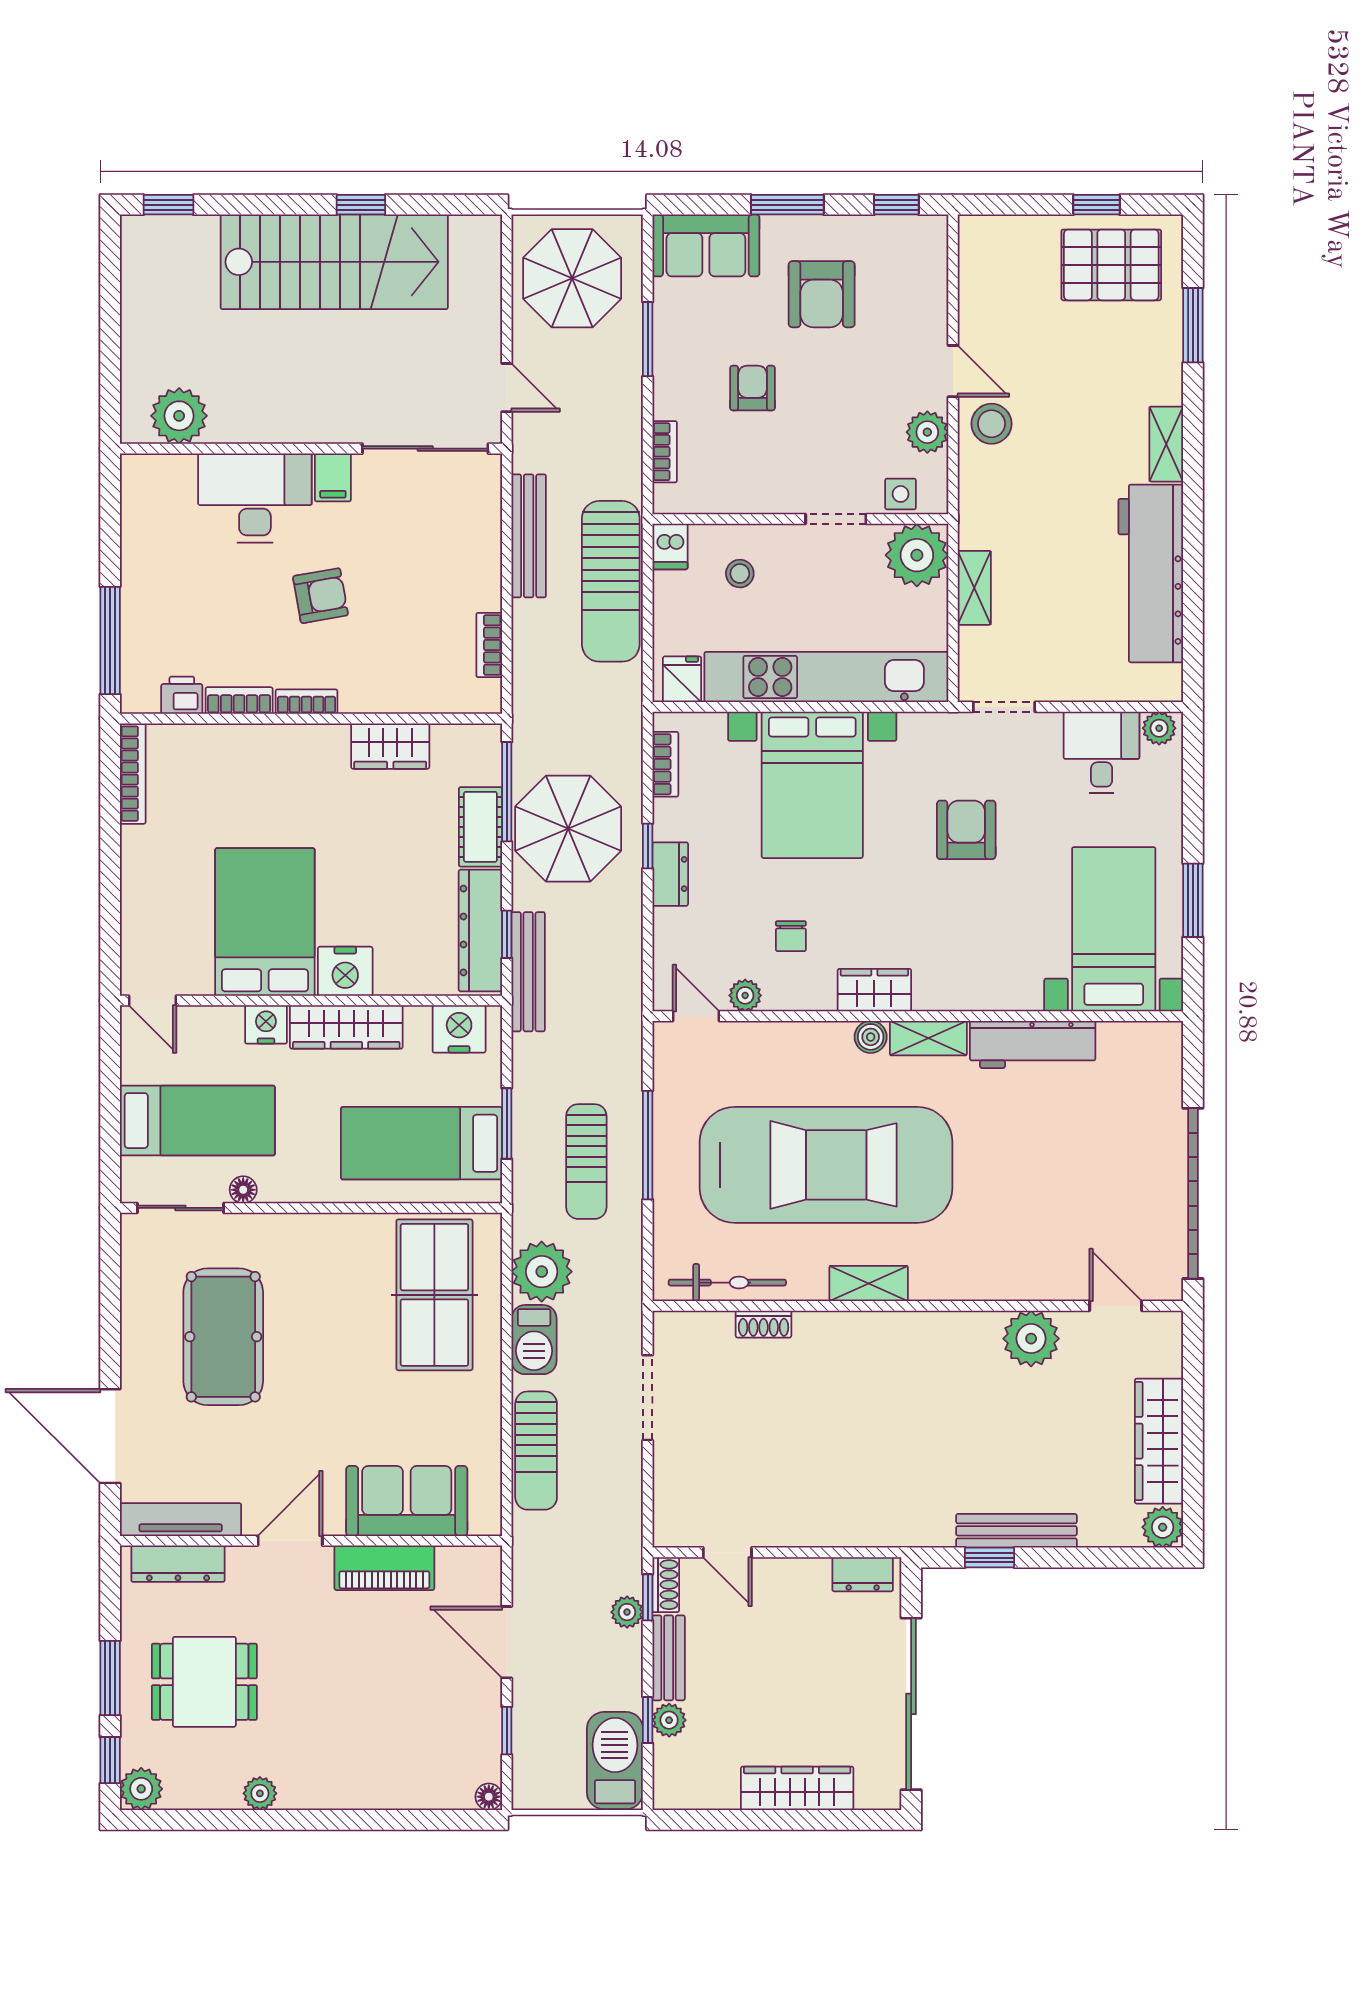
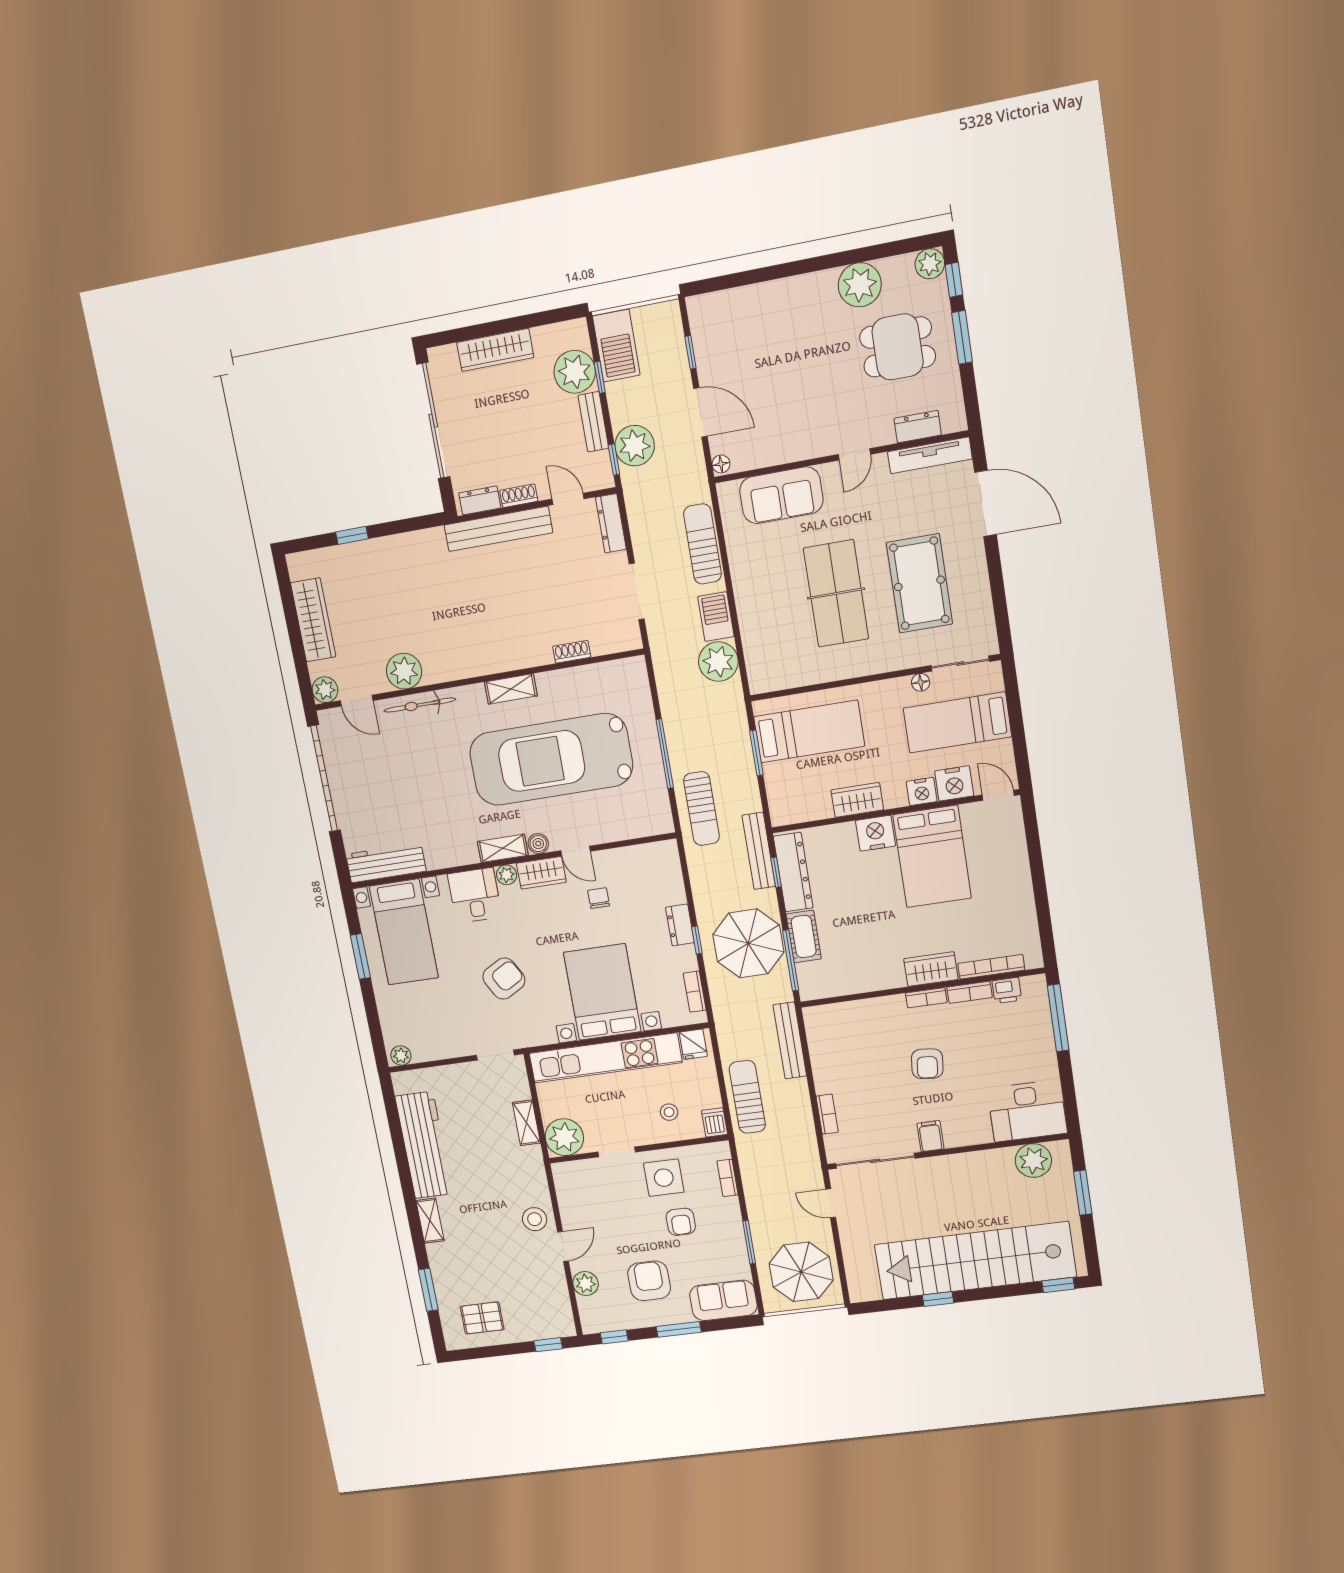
window: (1096, 205) -> (548, 1345), moved
stairs: (334, 262) -> (975, 1261), width x1.36
pallet: (1111, 265) -> (482, 1318), width x0.67, depth x0.71
window: (110, 353) -> (1083, 1193), added
door: (953, 371) -> (563, 1246), swing flipped
plant: (927, 432) -> (586, 1284), moved
side table: (901, 494) -> (664, 1178), moved, width x1.87, depth x1.87
desk: (255, 498) -> (1027, 1111), moved
bench: (529, 536) -> (790, 1040), moved
sun lounger: (611, 581) -> (747, 1097), width x0.73, depth x0.75
armchair: (321, 596) -> (927, 1064), turned -74
bookcase: (489, 645) -> (827, 1114), moved
wardrobe: (390, 746) -> (931, 969), moved
desk: (1102, 752) -> (475, 895), moved, turned 180
bookcase: (133, 774) -> (991, 967), moved, turned 90
armchair: (966, 830) -> (504, 979), turned -119
plant: (745, 995) -> (507, 875), moved
door: (696, 1016) -> (576, 851), moved
wardrobe: (346, 1027) -> (857, 800), width x0.67
nightstand: (459, 1029) -> (954, 783), moved
workbench: (1033, 1044) -> (386, 863), moved
sun lounger: (586, 1162) -> (702, 809), moved, turned 180
bicycle: (727, 1283) -> (420, 705), moved
table tennis table: (434, 1295) -> (836, 593), moved
dresser: (669, 1505) -> (611, 523), added
plant: (1163, 1527) -> (325, 690), moved
bench: (1016, 1531) -> (498, 529), moved, width x1.37, depth x1.21
door: (290, 1541) -> (854, 454), width x0.73
window: (989, 1558) -> (352, 535), moved
dresser: (178, 1564) -> (918, 427), width x0.70
piano: (384, 1568) -> (789, 448), removed
shoe rack: (666, 1585) -> (519, 496), moved, turned 90
plant: (627, 1612) -> (635, 446), width x1.88, depth x1.88
plant: (669, 1720) -> (575, 372), width x1.87, depth x1.87
plant: (260, 1793) -> (860, 285), width x1.88, depth x1.88
floor lamp: (489, 1797) -> (721, 464), moved

